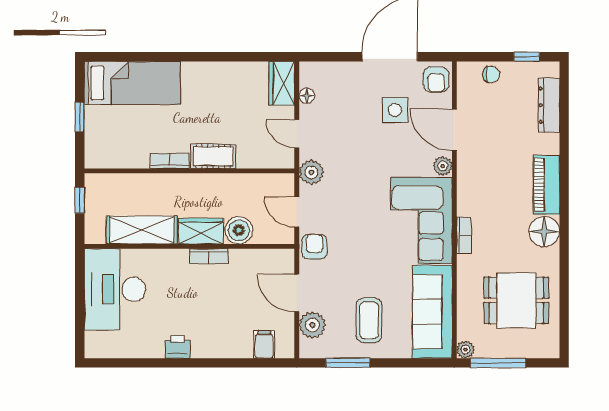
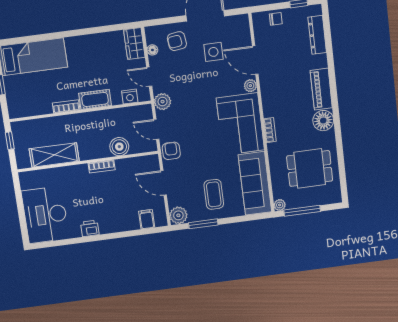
armchair: (436, 80) -> (177, 41), moved, turned 83
nightstand: (265, 159) -> (130, 97), added
wardrobe: (201, 231) -> (94, 151), removed
desk: (115, 289) -> (45, 215), moved
plant: (312, 325) -> (178, 215), moved

